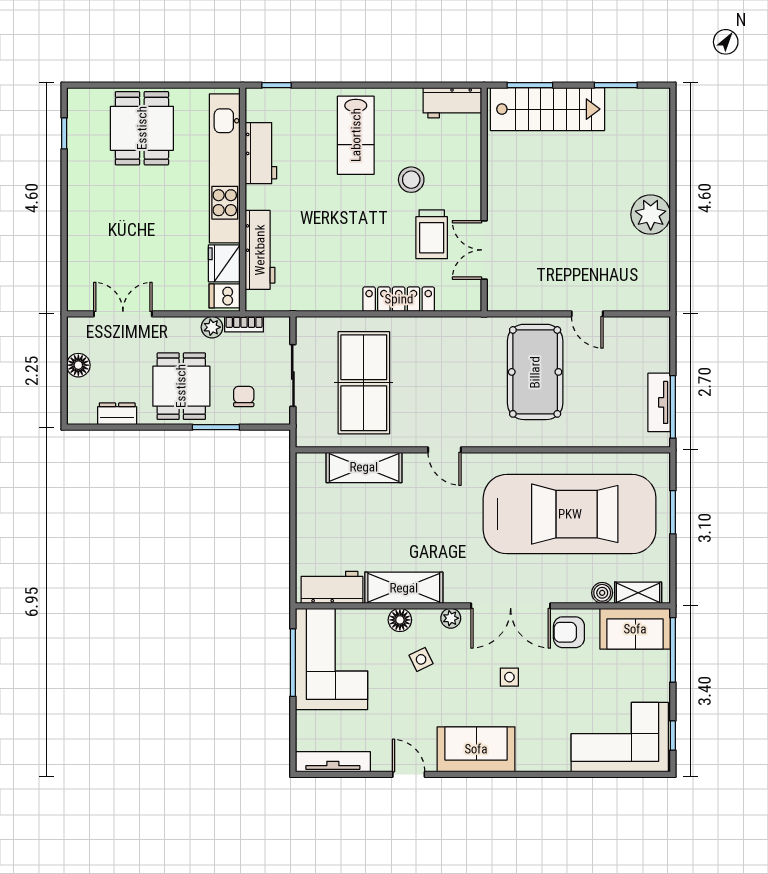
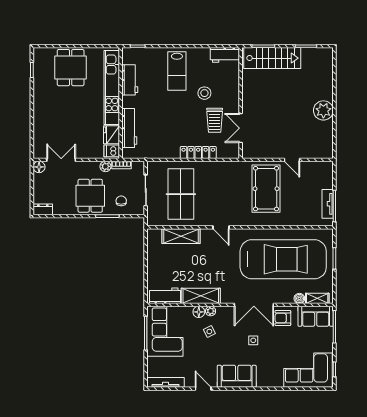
floor lamp: (78, 365) -> (39, 167), moved
dresser: (117, 414) -> (43, 209), moved
plant: (451, 618) -> (211, 311), moved

